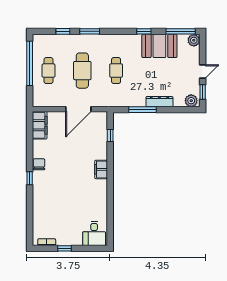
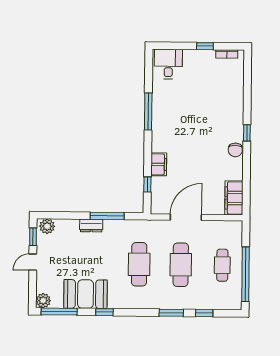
cafe table: (116, 71) -> (139, 264), width x1.37, depth x1.35
dresser: (159, 102) -> (91, 225), width x0.70
filing cabinet: (101, 169) -> (159, 164), moved
window: (110, 195) -> (148, 111), added

